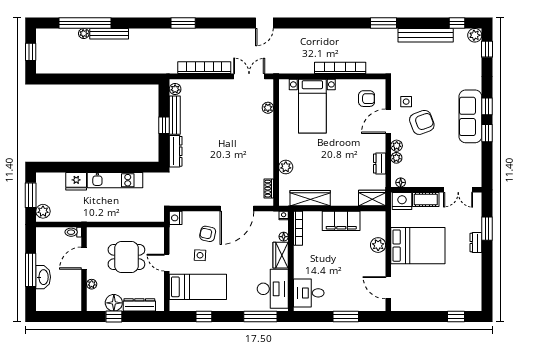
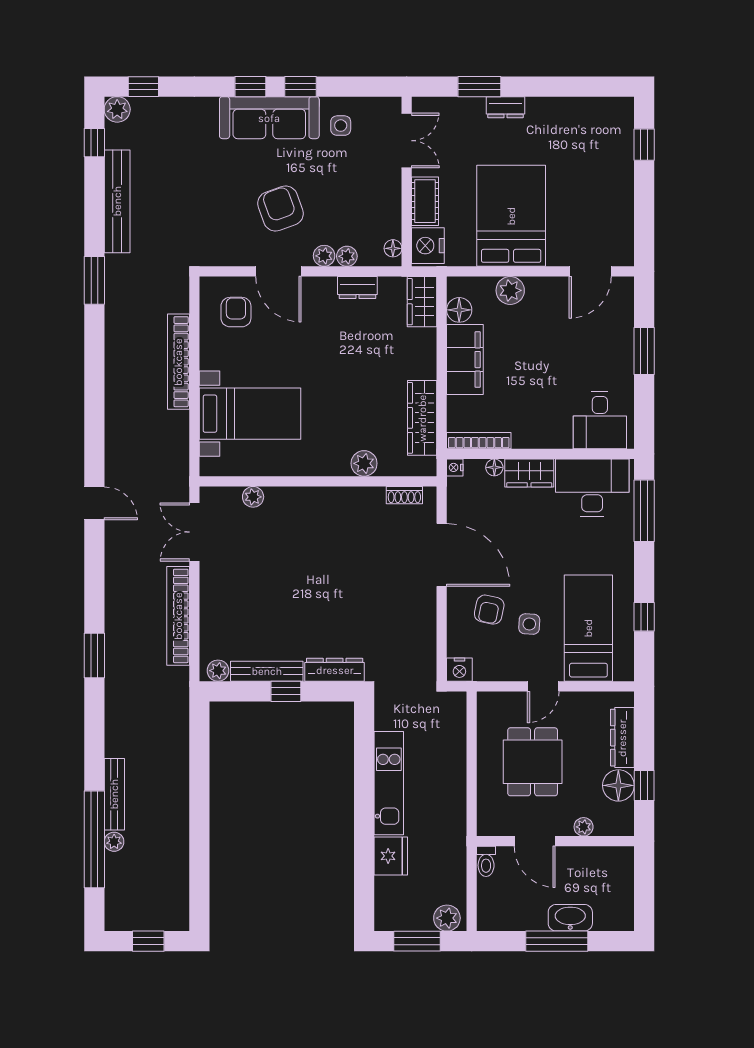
side table: (406, 102) -> (341, 126), moved
floor lamp: (368, 218) -> (459, 310), added

